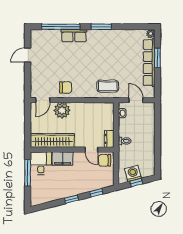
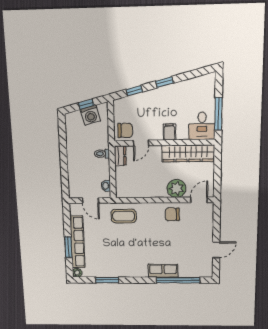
window: (101, 27) -> (107, 280), moved
door: (91, 150) -> (141, 143), swing flipped
filing cabinet: (63, 159) -> (169, 132), width x0.50

